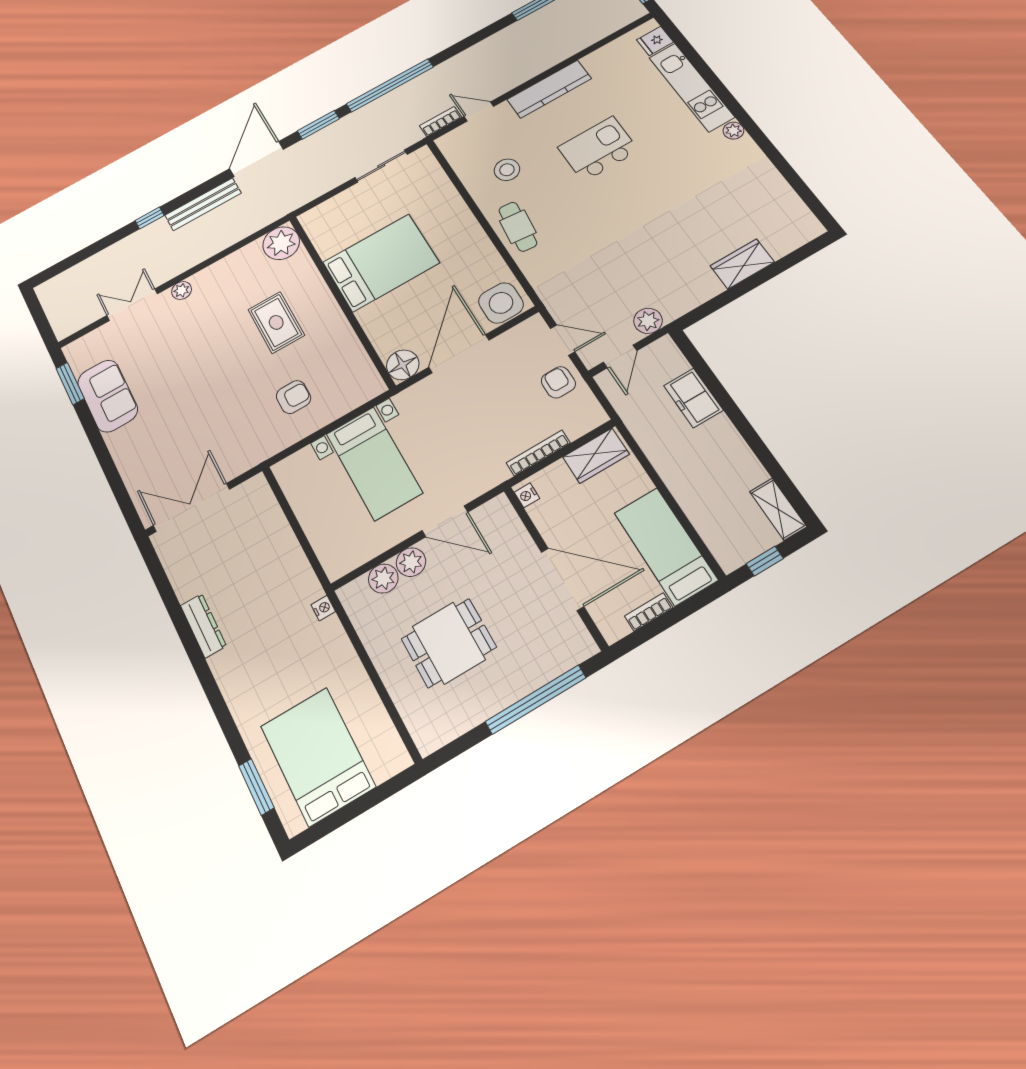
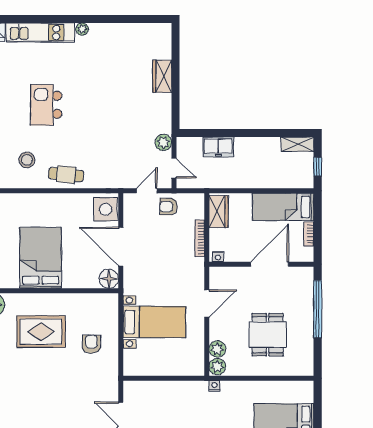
rug: (276, 322) -> (41, 332), width x1.36, depth x1.43
plant: (411, 562) -> (217, 367), moved

